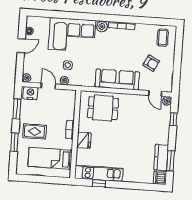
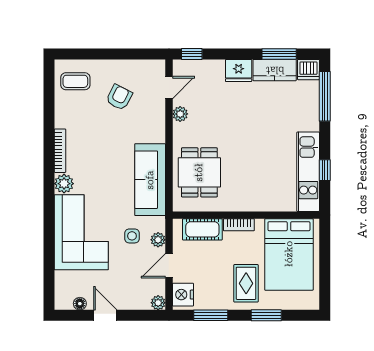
sofa: (117, 79) -> (150, 180), moved
plant: (167, 101) -> (180, 114), moved
cot: (69, 108) -> (202, 229), added
window: (173, 119) -> (192, 54), moved
fridge: (84, 140) -> (239, 71), moved, turned 180
bed: (50, 158) -> (289, 254), width x1.50
window: (143, 186) -> (325, 96), added

